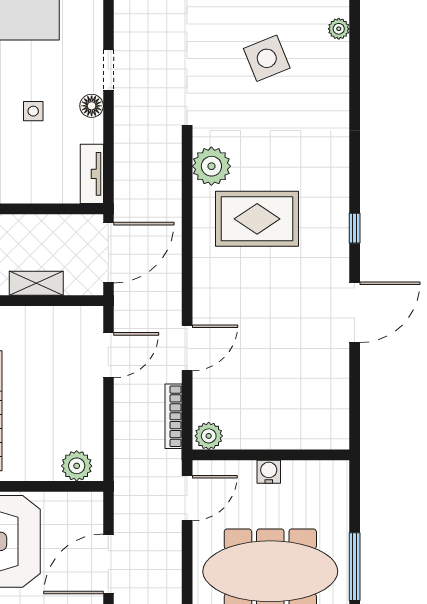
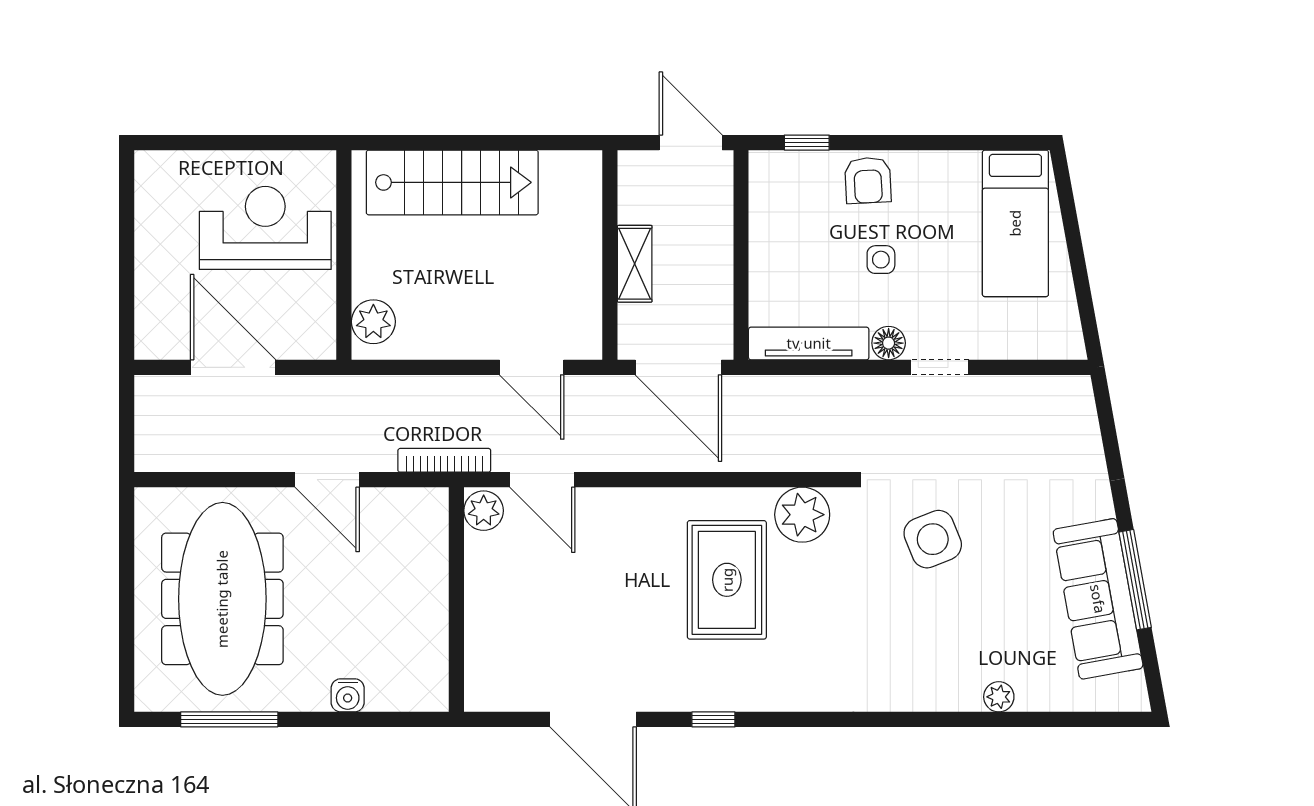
side table: (267, 58) -> (933, 539), moved
tv unit: (92, 174) -> (809, 343), width x1.41
plant: (209, 436) -> (484, 511), moved
wall: (271, 455) -> (456, 600), moved
water cooler: (269, 472) -> (348, 695), moved, turned 90

